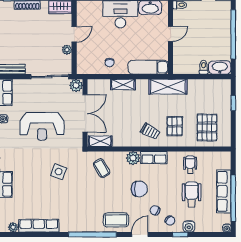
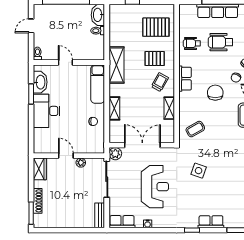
shelving: (100, 141) -> (169, 108), moved
plant: (133, 158) -> (186, 99), removed

